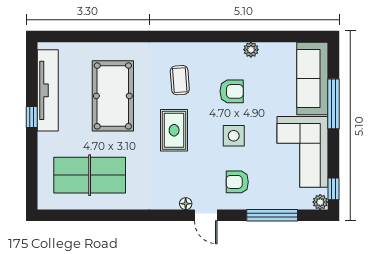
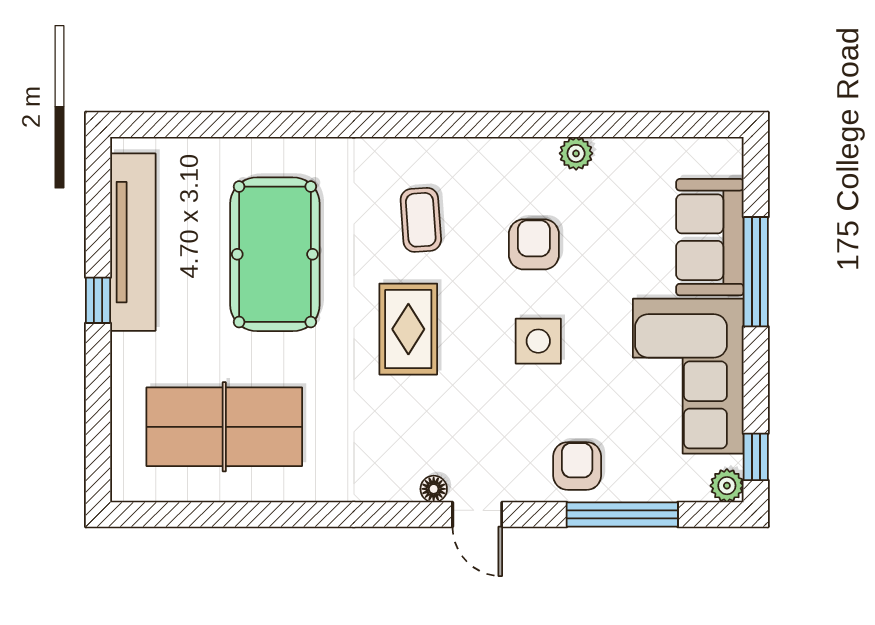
sofa: (312, 78) -> (710, 237), width x0.73
armchair: (232, 91) -> (534, 244), turned -90
armchair: (237, 182) -> (577, 466), moved, turned 90

